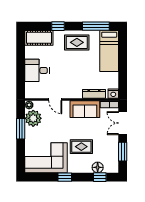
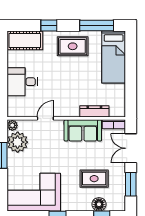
nightstand: (113, 94) -> (119, 111), removed
door: (55, 99) -> (45, 118), swing flipped
rug: (81, 147) -> (94, 179), moved

